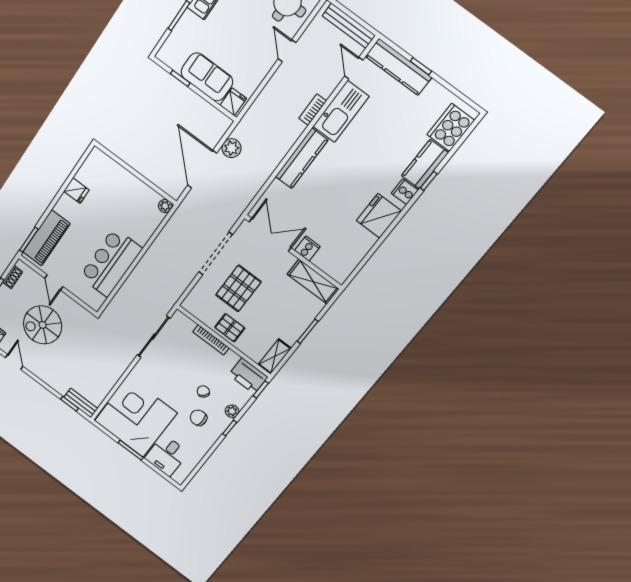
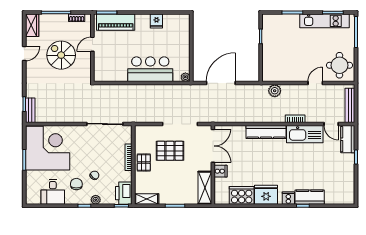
kitchen counter: (398, 67) -> (348, 139), width x0.67
door: (354, 68) -> (331, 124), swing flipped
sofa: (207, 77) -> (272, 50), removed
fridge: (233, 102) -> (269, 74), removed
cooker: (451, 127) -> (242, 195), moved
plant: (231, 148) -> (275, 91), moved
bar counter: (111, 263) -> (150, 69), moved
desk: (167, 455) -> (53, 192), moved, turned -90

